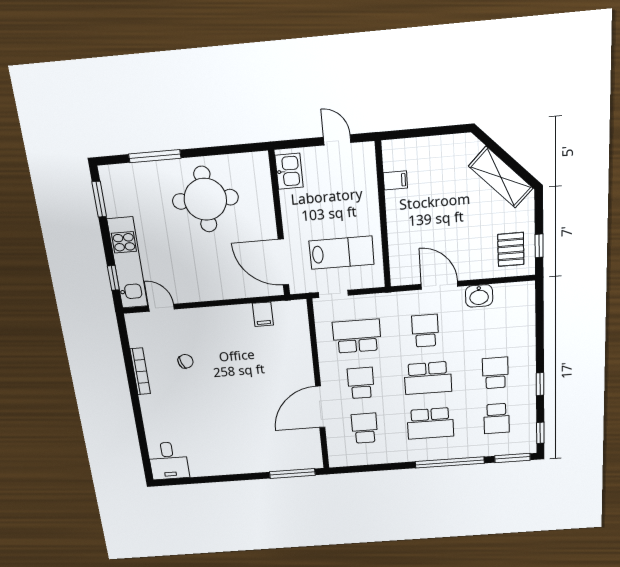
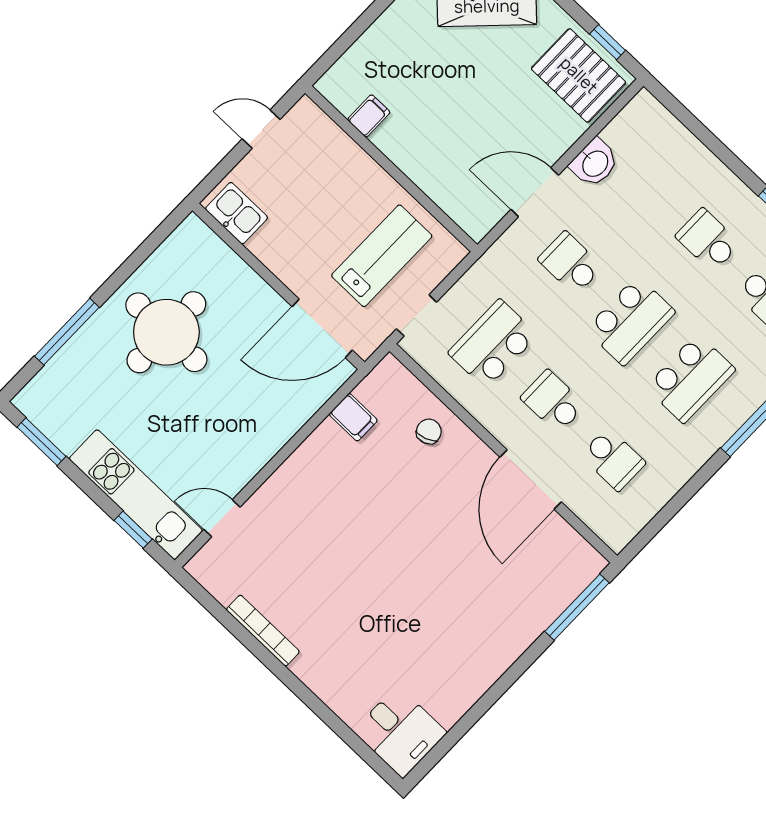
pallet: (511, 249) -> (579, 75), width x1.50, depth x1.42
chair: (185, 361) -> (429, 431), moved
school desk: (365, 428) -> (613, 459), turned 180

